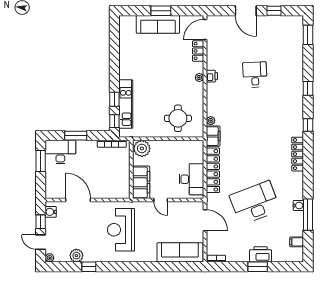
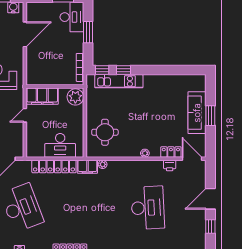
desk: (255, 75) -> (148, 208), width x1.87, depth x1.30
printer: (212, 76) -> (170, 166), moved
desk: (191, 179) -> (60, 145), moved

